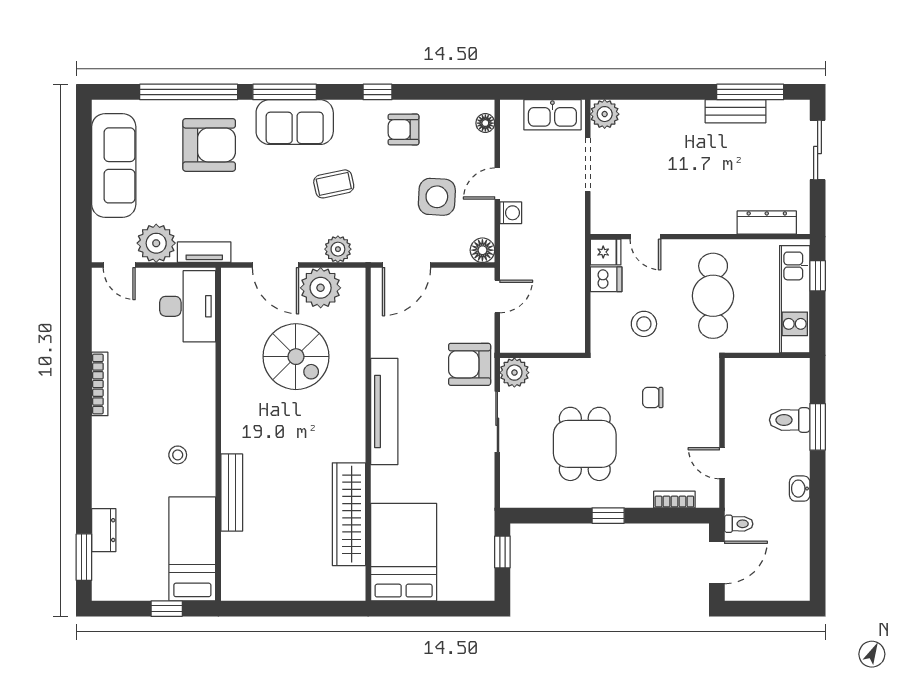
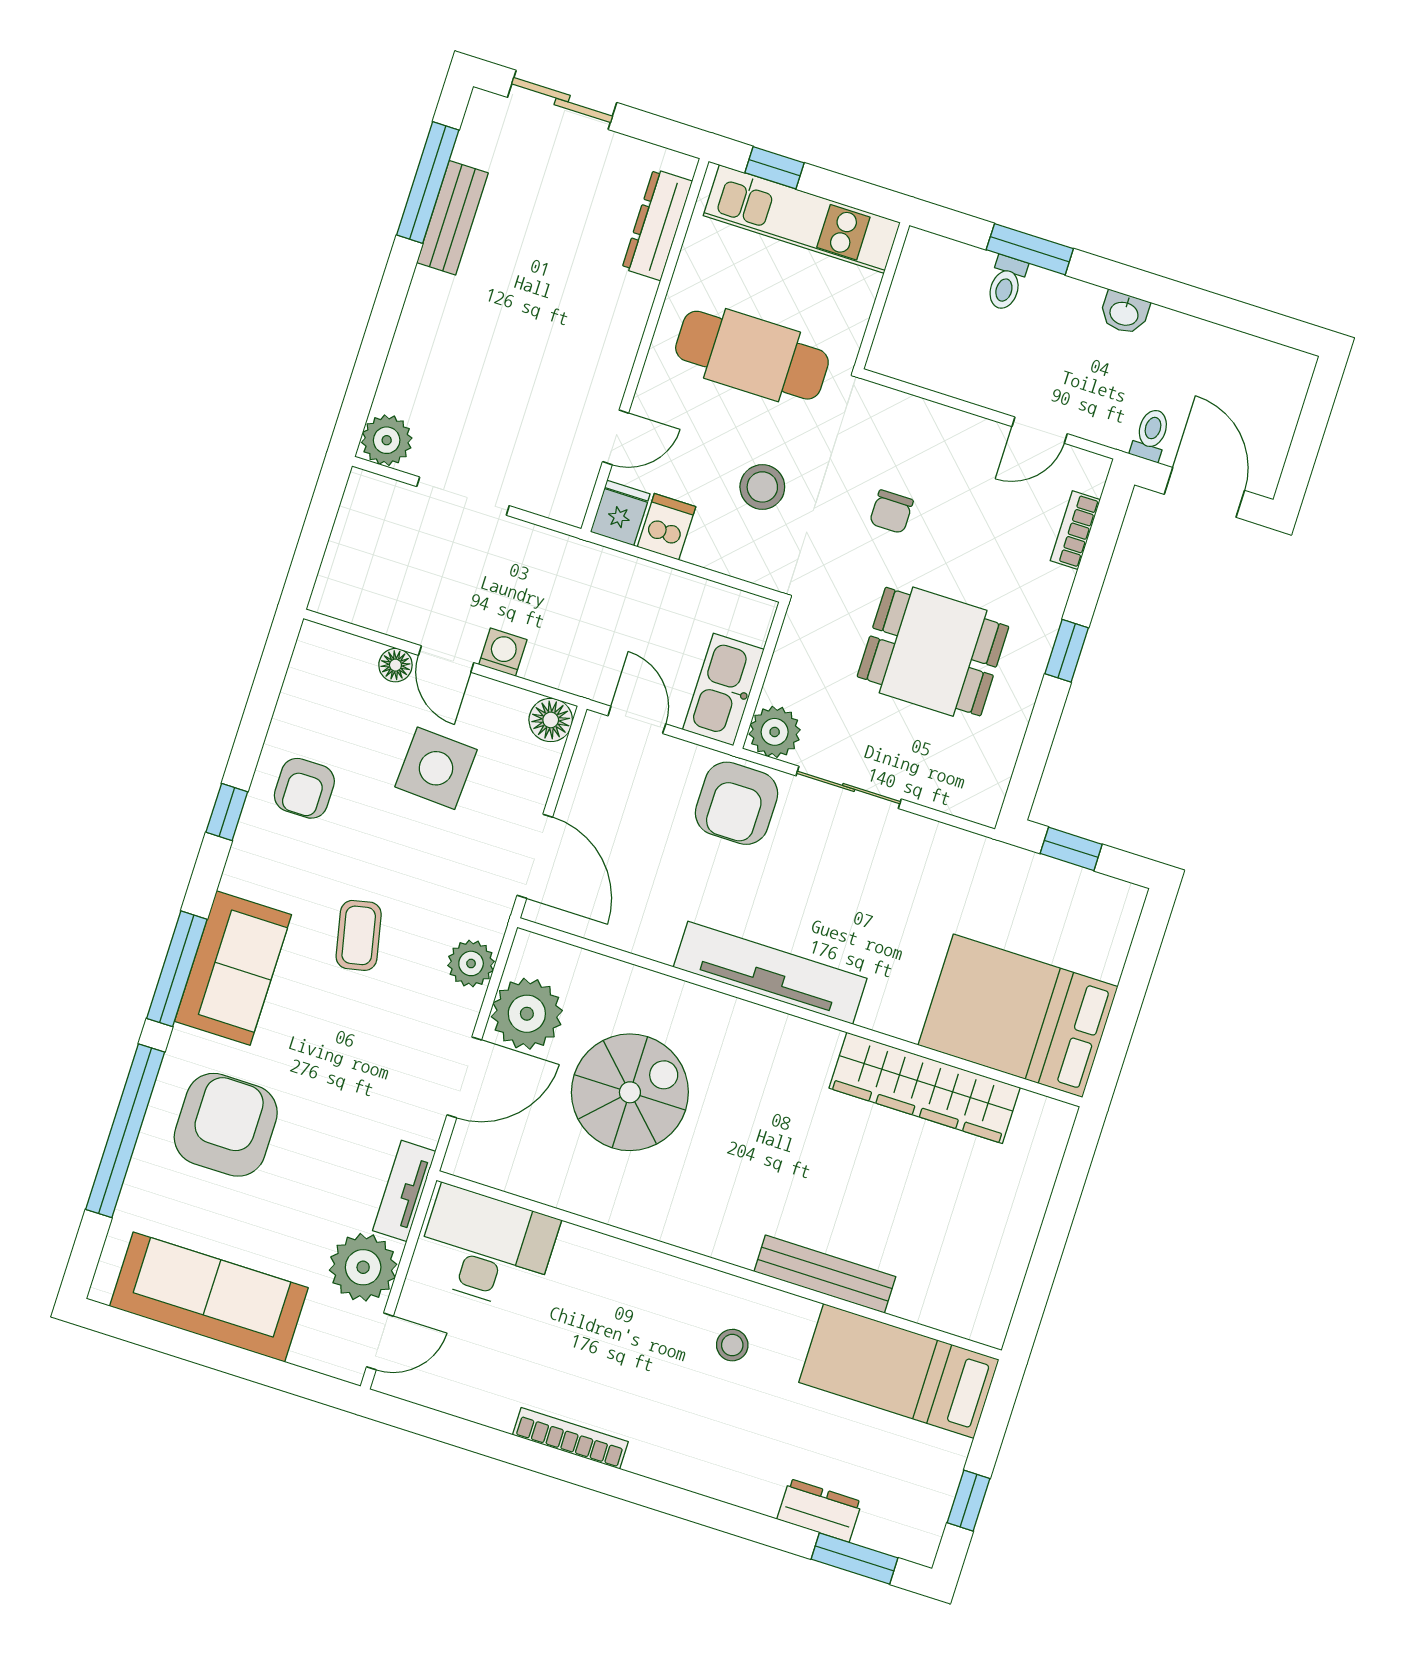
kitchen sink: (552, 115) -> (723, 689), moved, turned 180
floor lamp: (485, 123) -> (395, 665), moved
toilet: (790, 420) -> (1006, 283), width x0.73, depth x0.72
window: (167, 609) -> (968, 1501), moved

